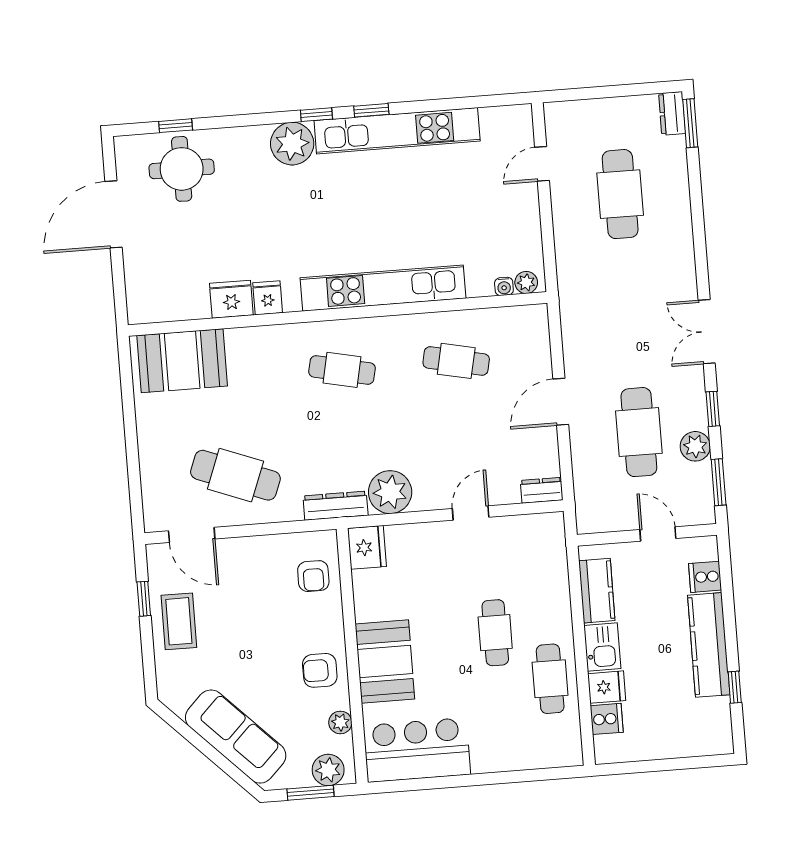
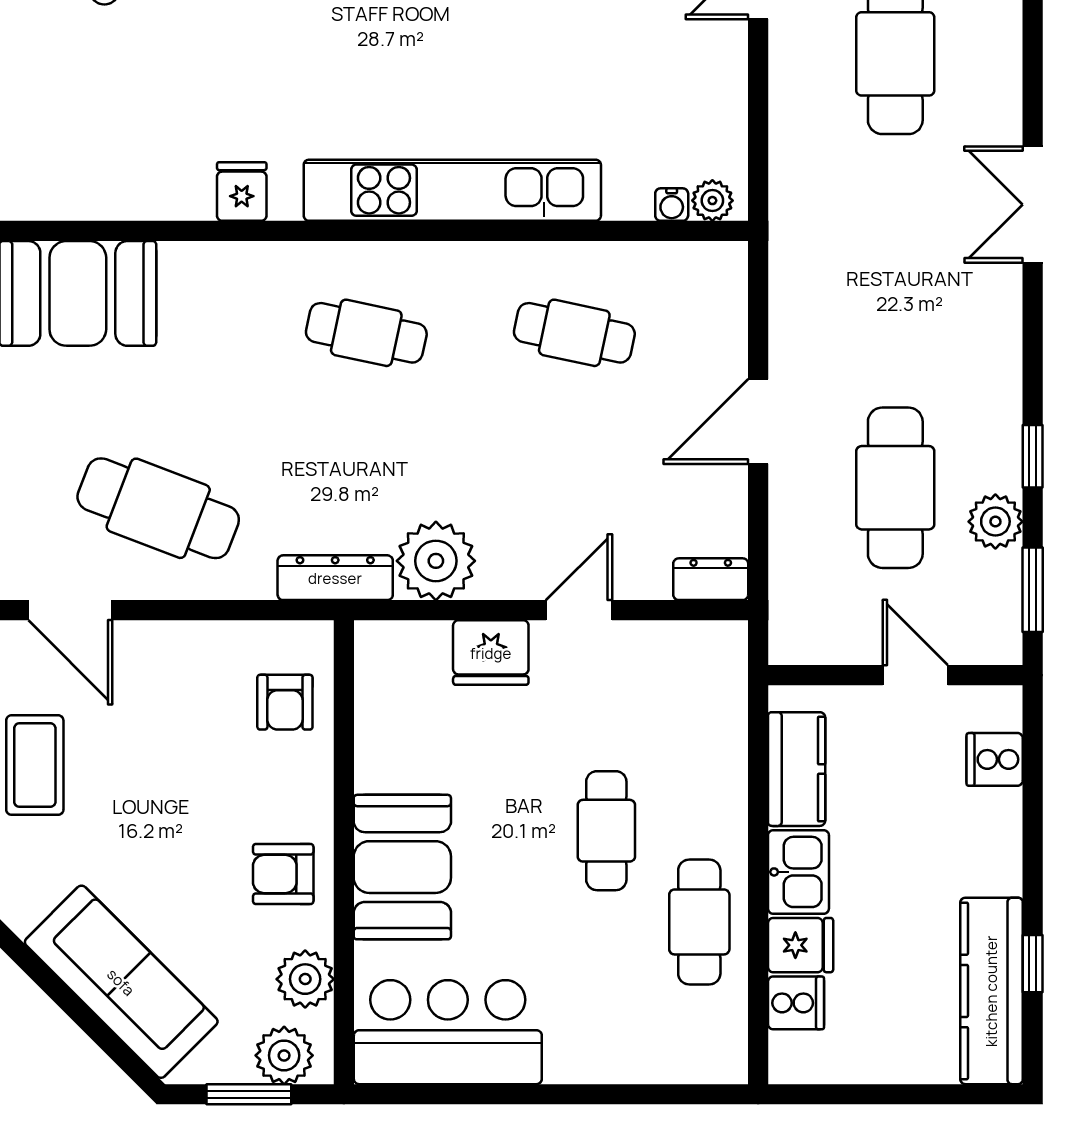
fridge: (231, 299) -> (176, 189), removed
double door: (707, 332) -> (1033, 205), moved
fridge: (367, 547) -> (491, 653), moved, turned 90
kitchen counter: (709, 645) -> (991, 991), moved
plant: (340, 722) -> (305, 979), width x1.38, depth x1.38

